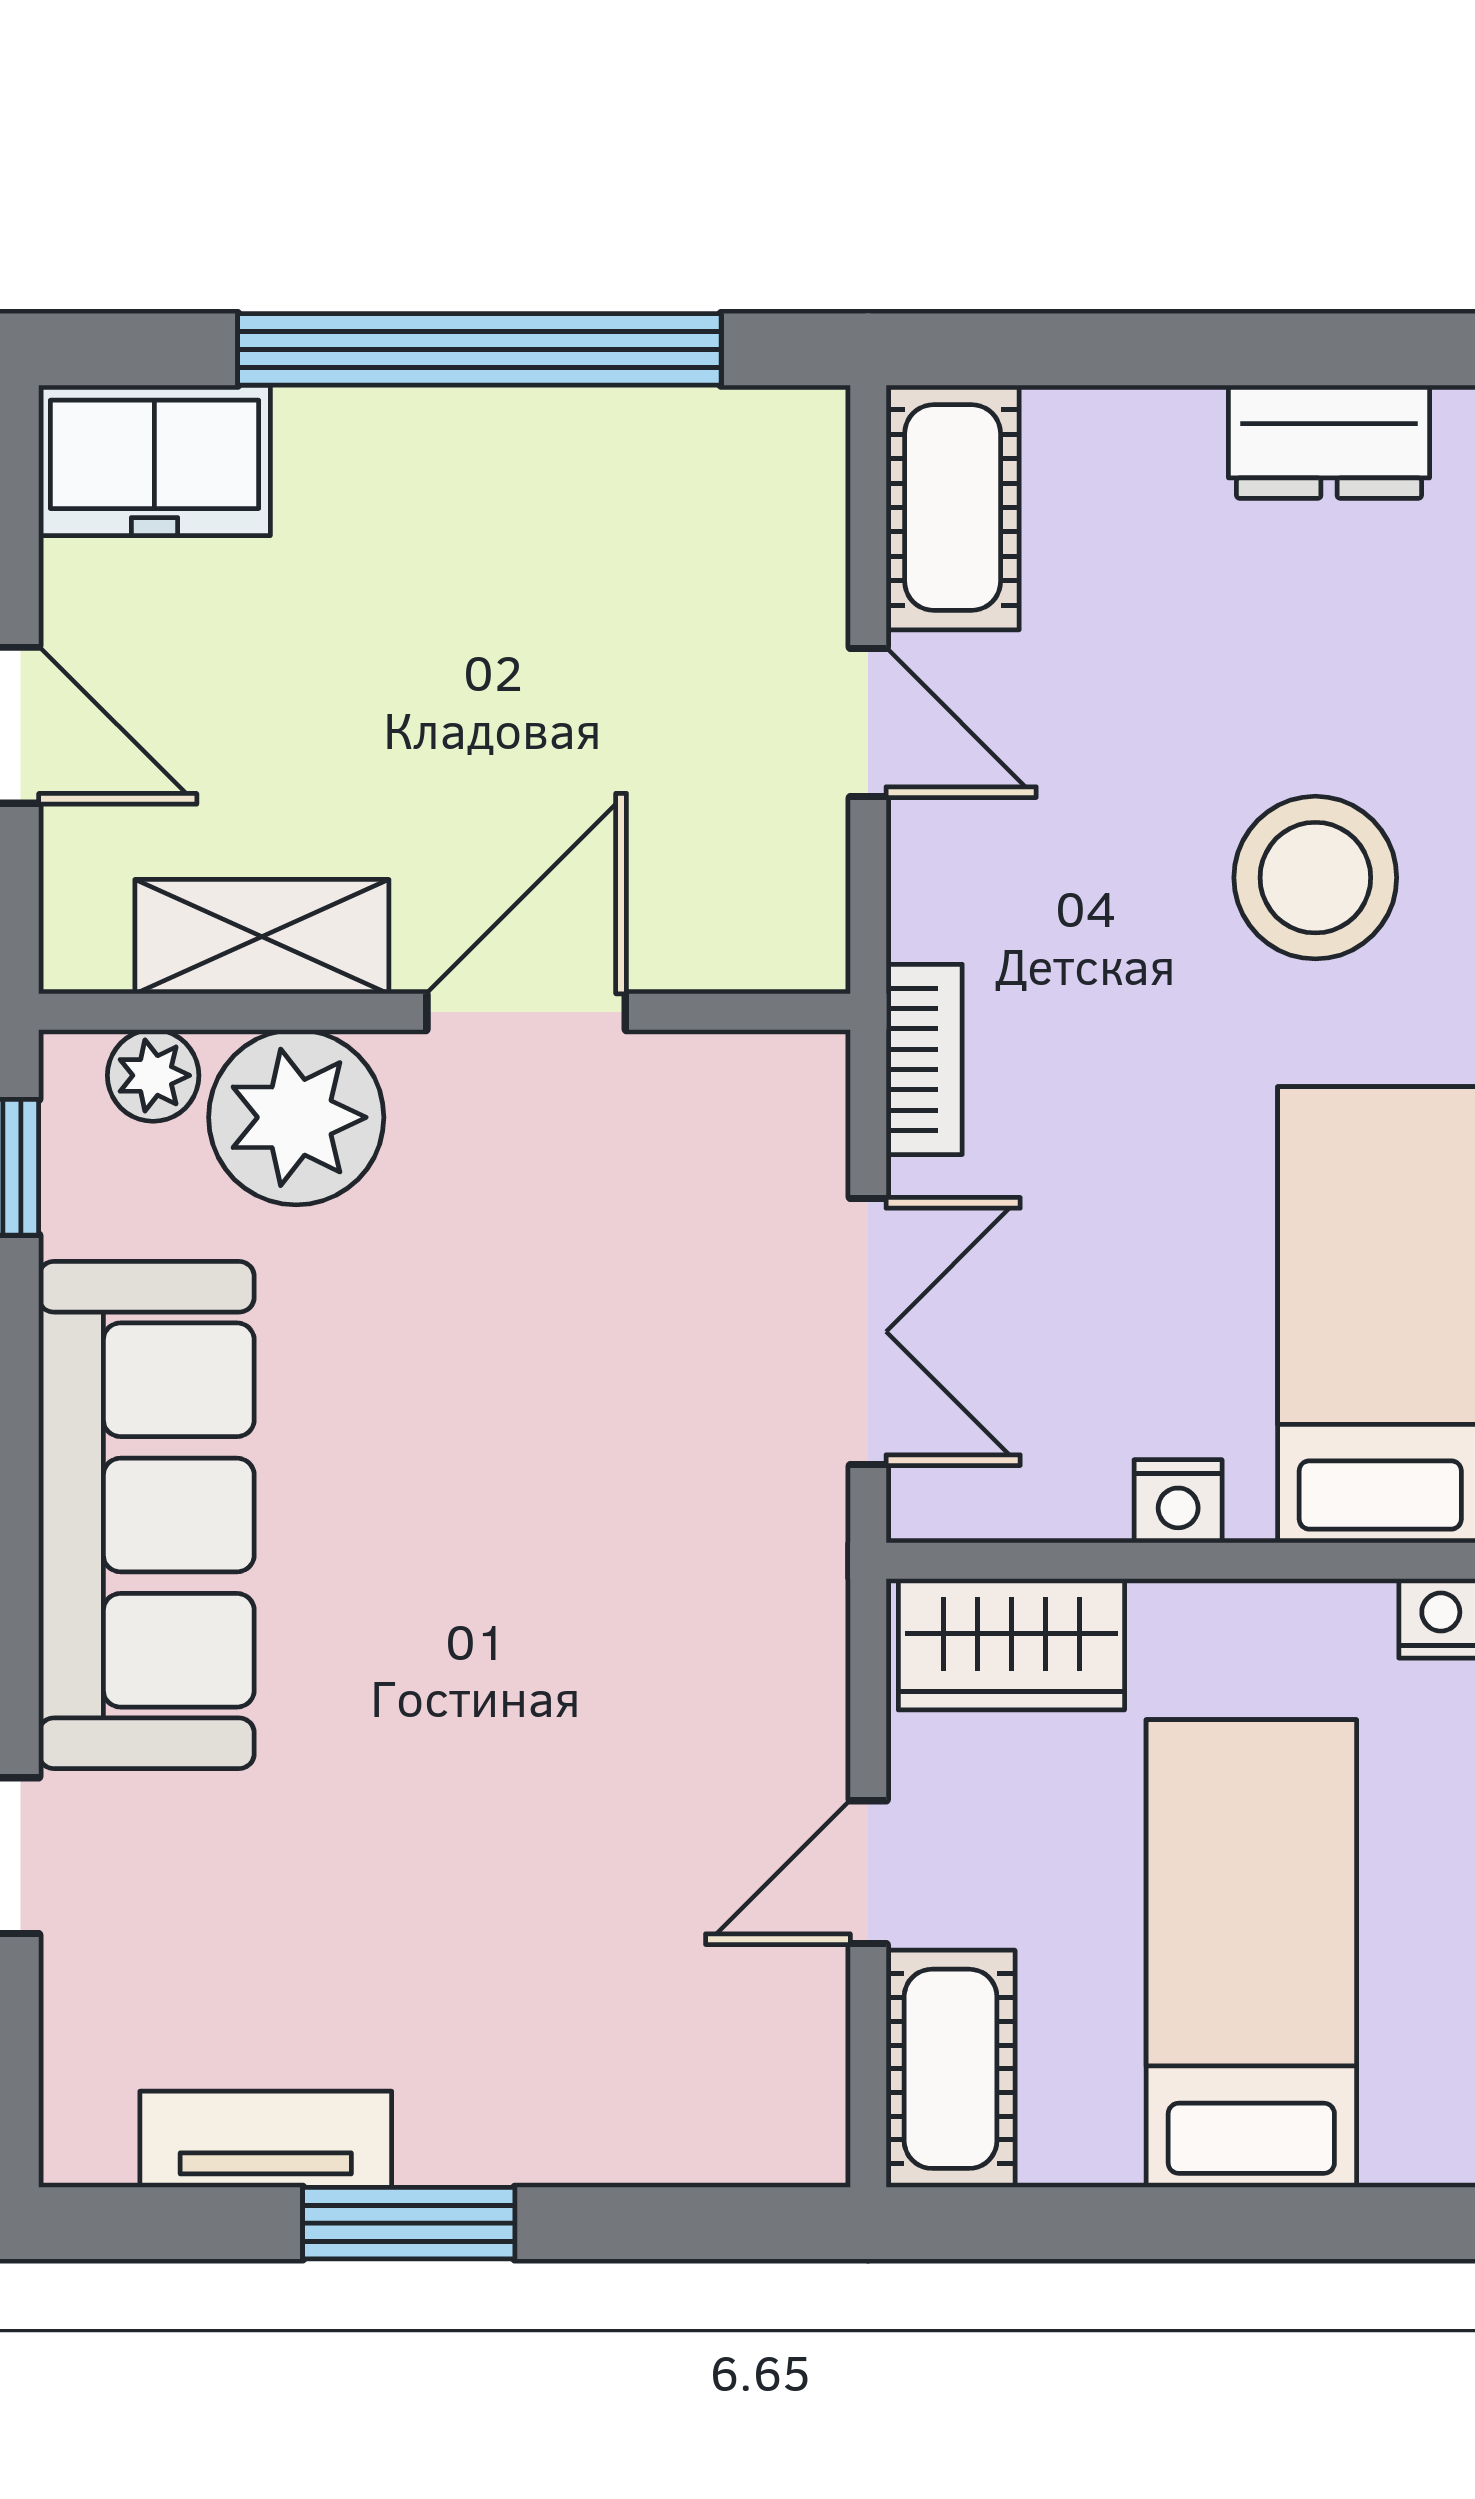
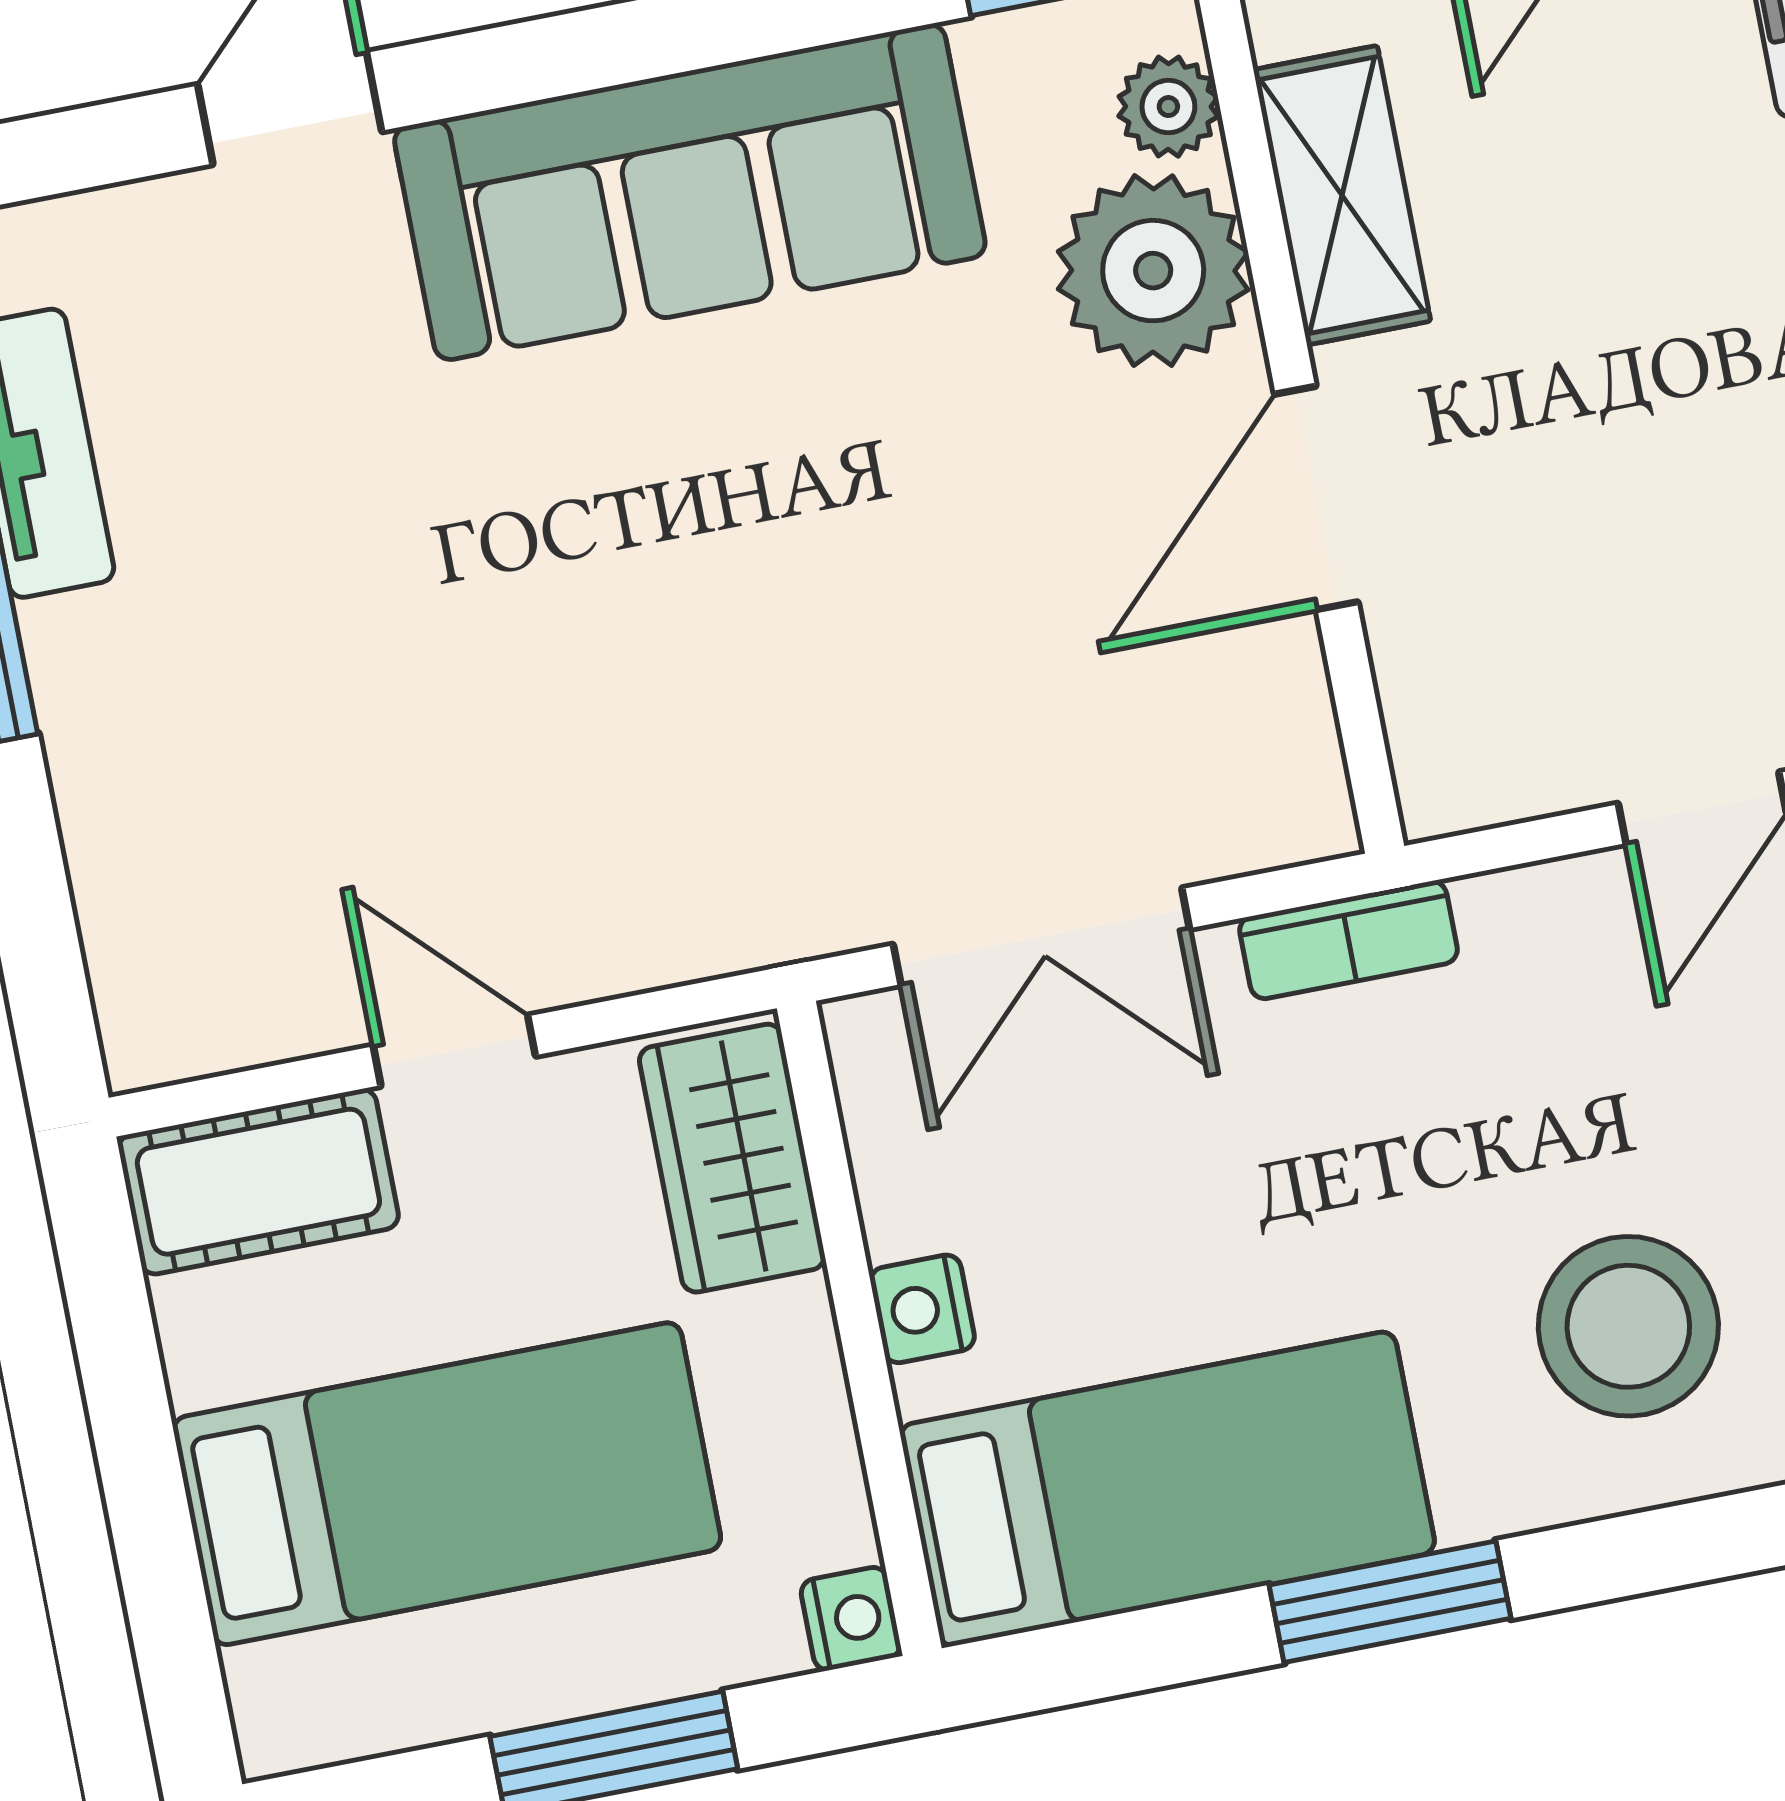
door: (526, 1012) -> (1316, 498), swing flipped

